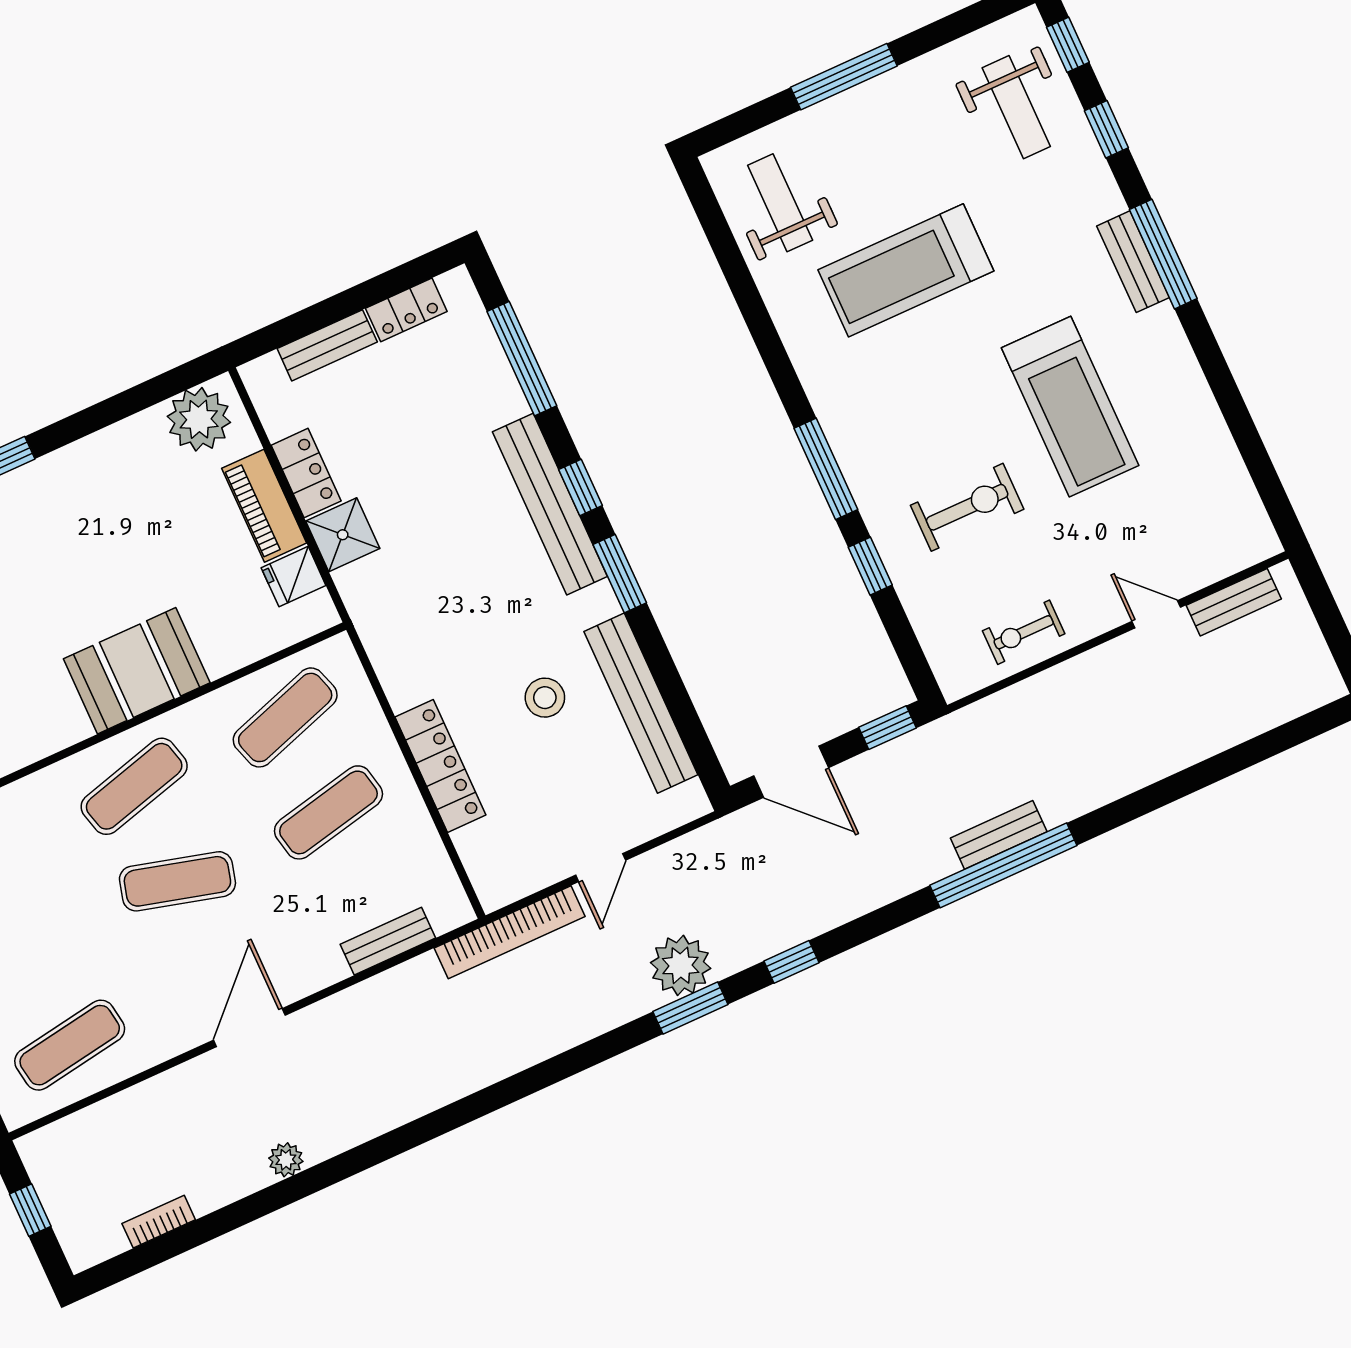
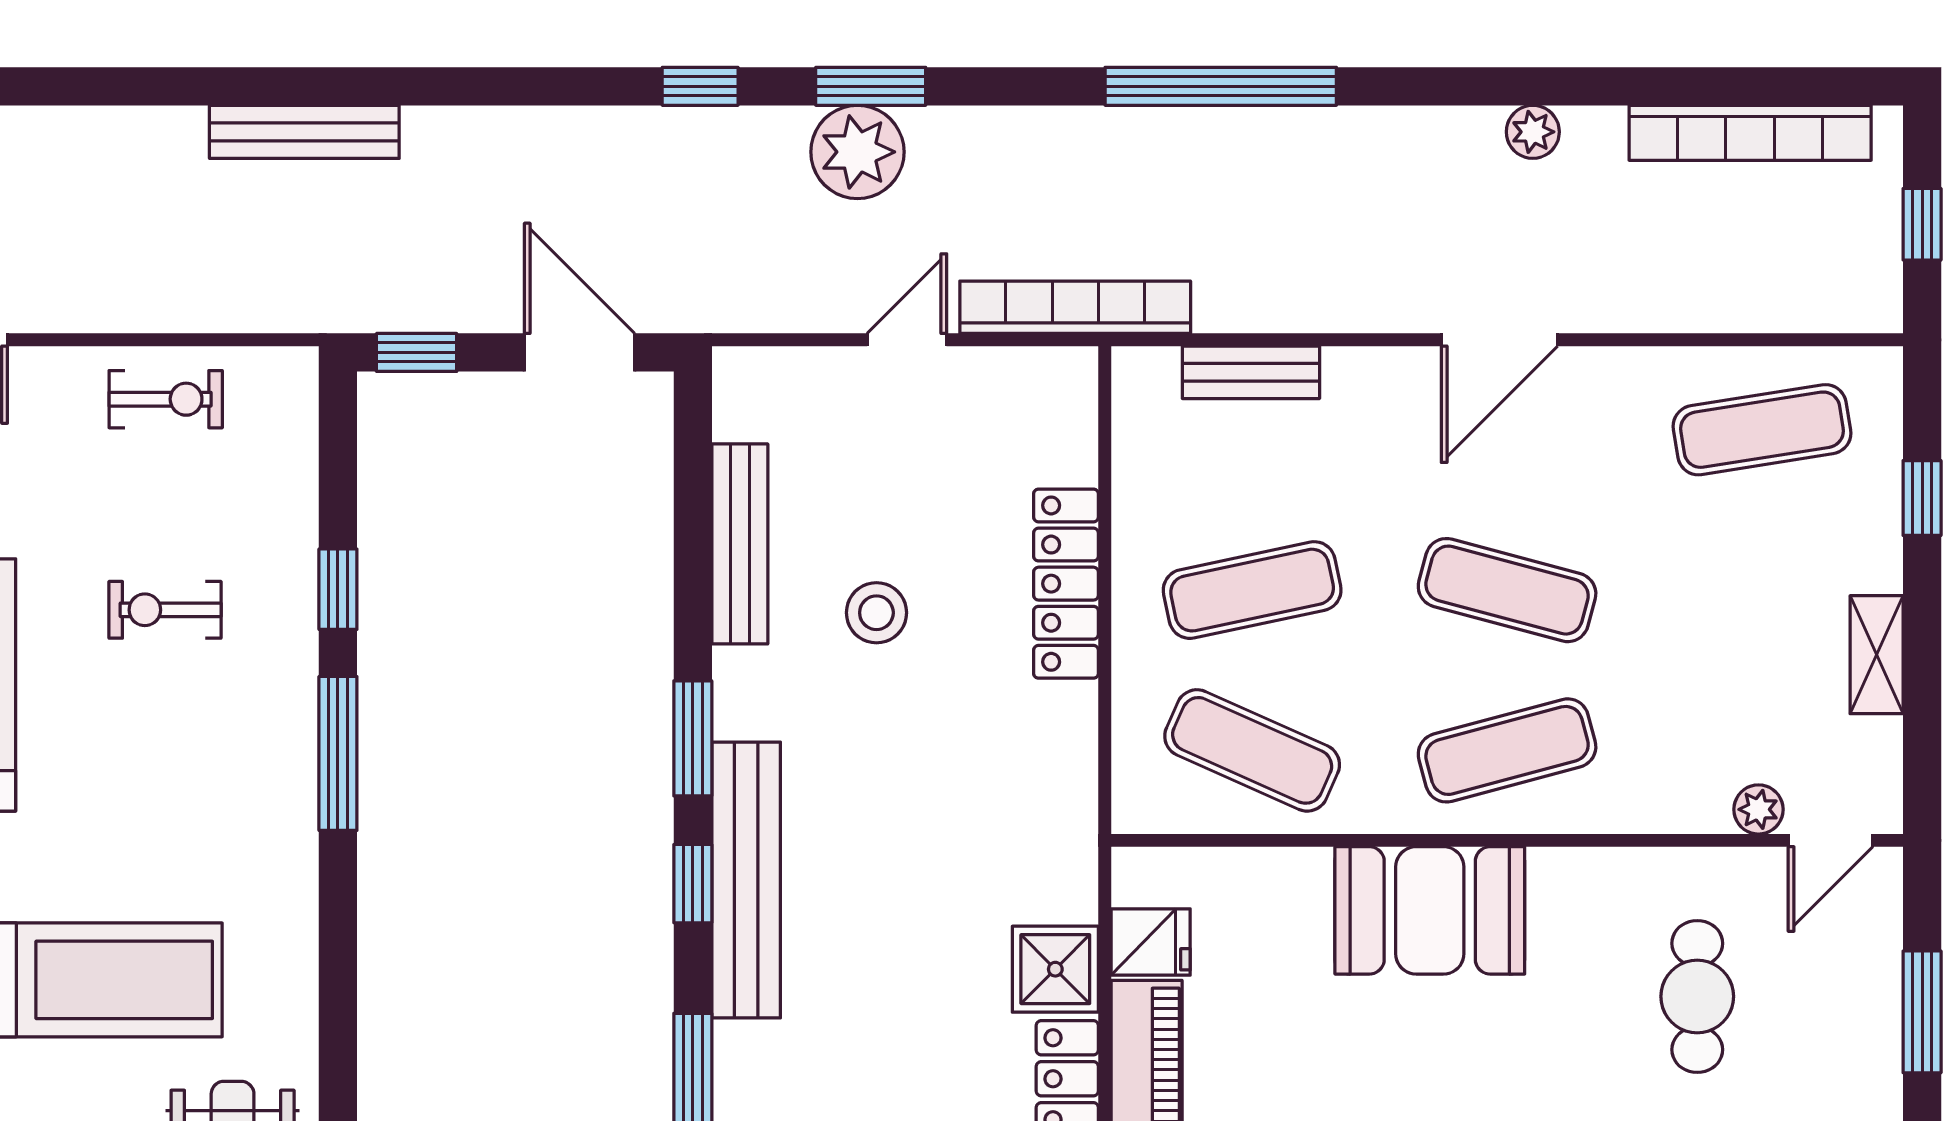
exercise bike: (967, 507) -> (165, 610), width x0.73, depth x0.72
bench: (641, 703) -> (740, 544), width x0.73, depth x0.82
exercise mat: (285, 717) -> (1252, 750), turned 42
bench: (999, 835) -> (304, 132), width x1.36
window: (1003, 865) -> (1221, 86), moved
bookcase: (159, 1222) -> (1750, 133), width x2.31, depth x1.31

